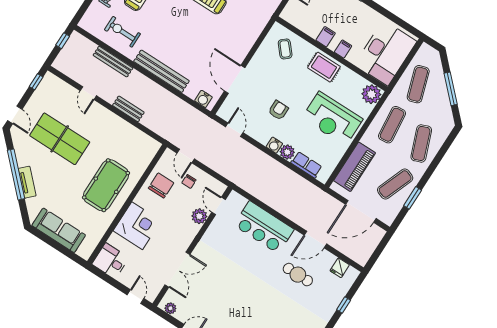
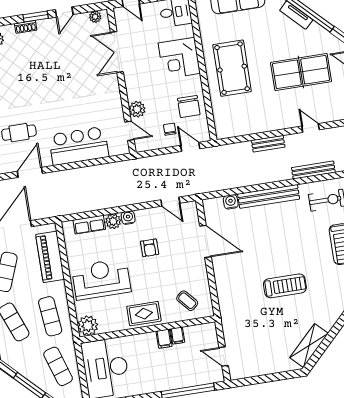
filing cabinet: (343, 49) -> (178, 336), moved
water cooler: (203, 99) -> (231, 202), moved

